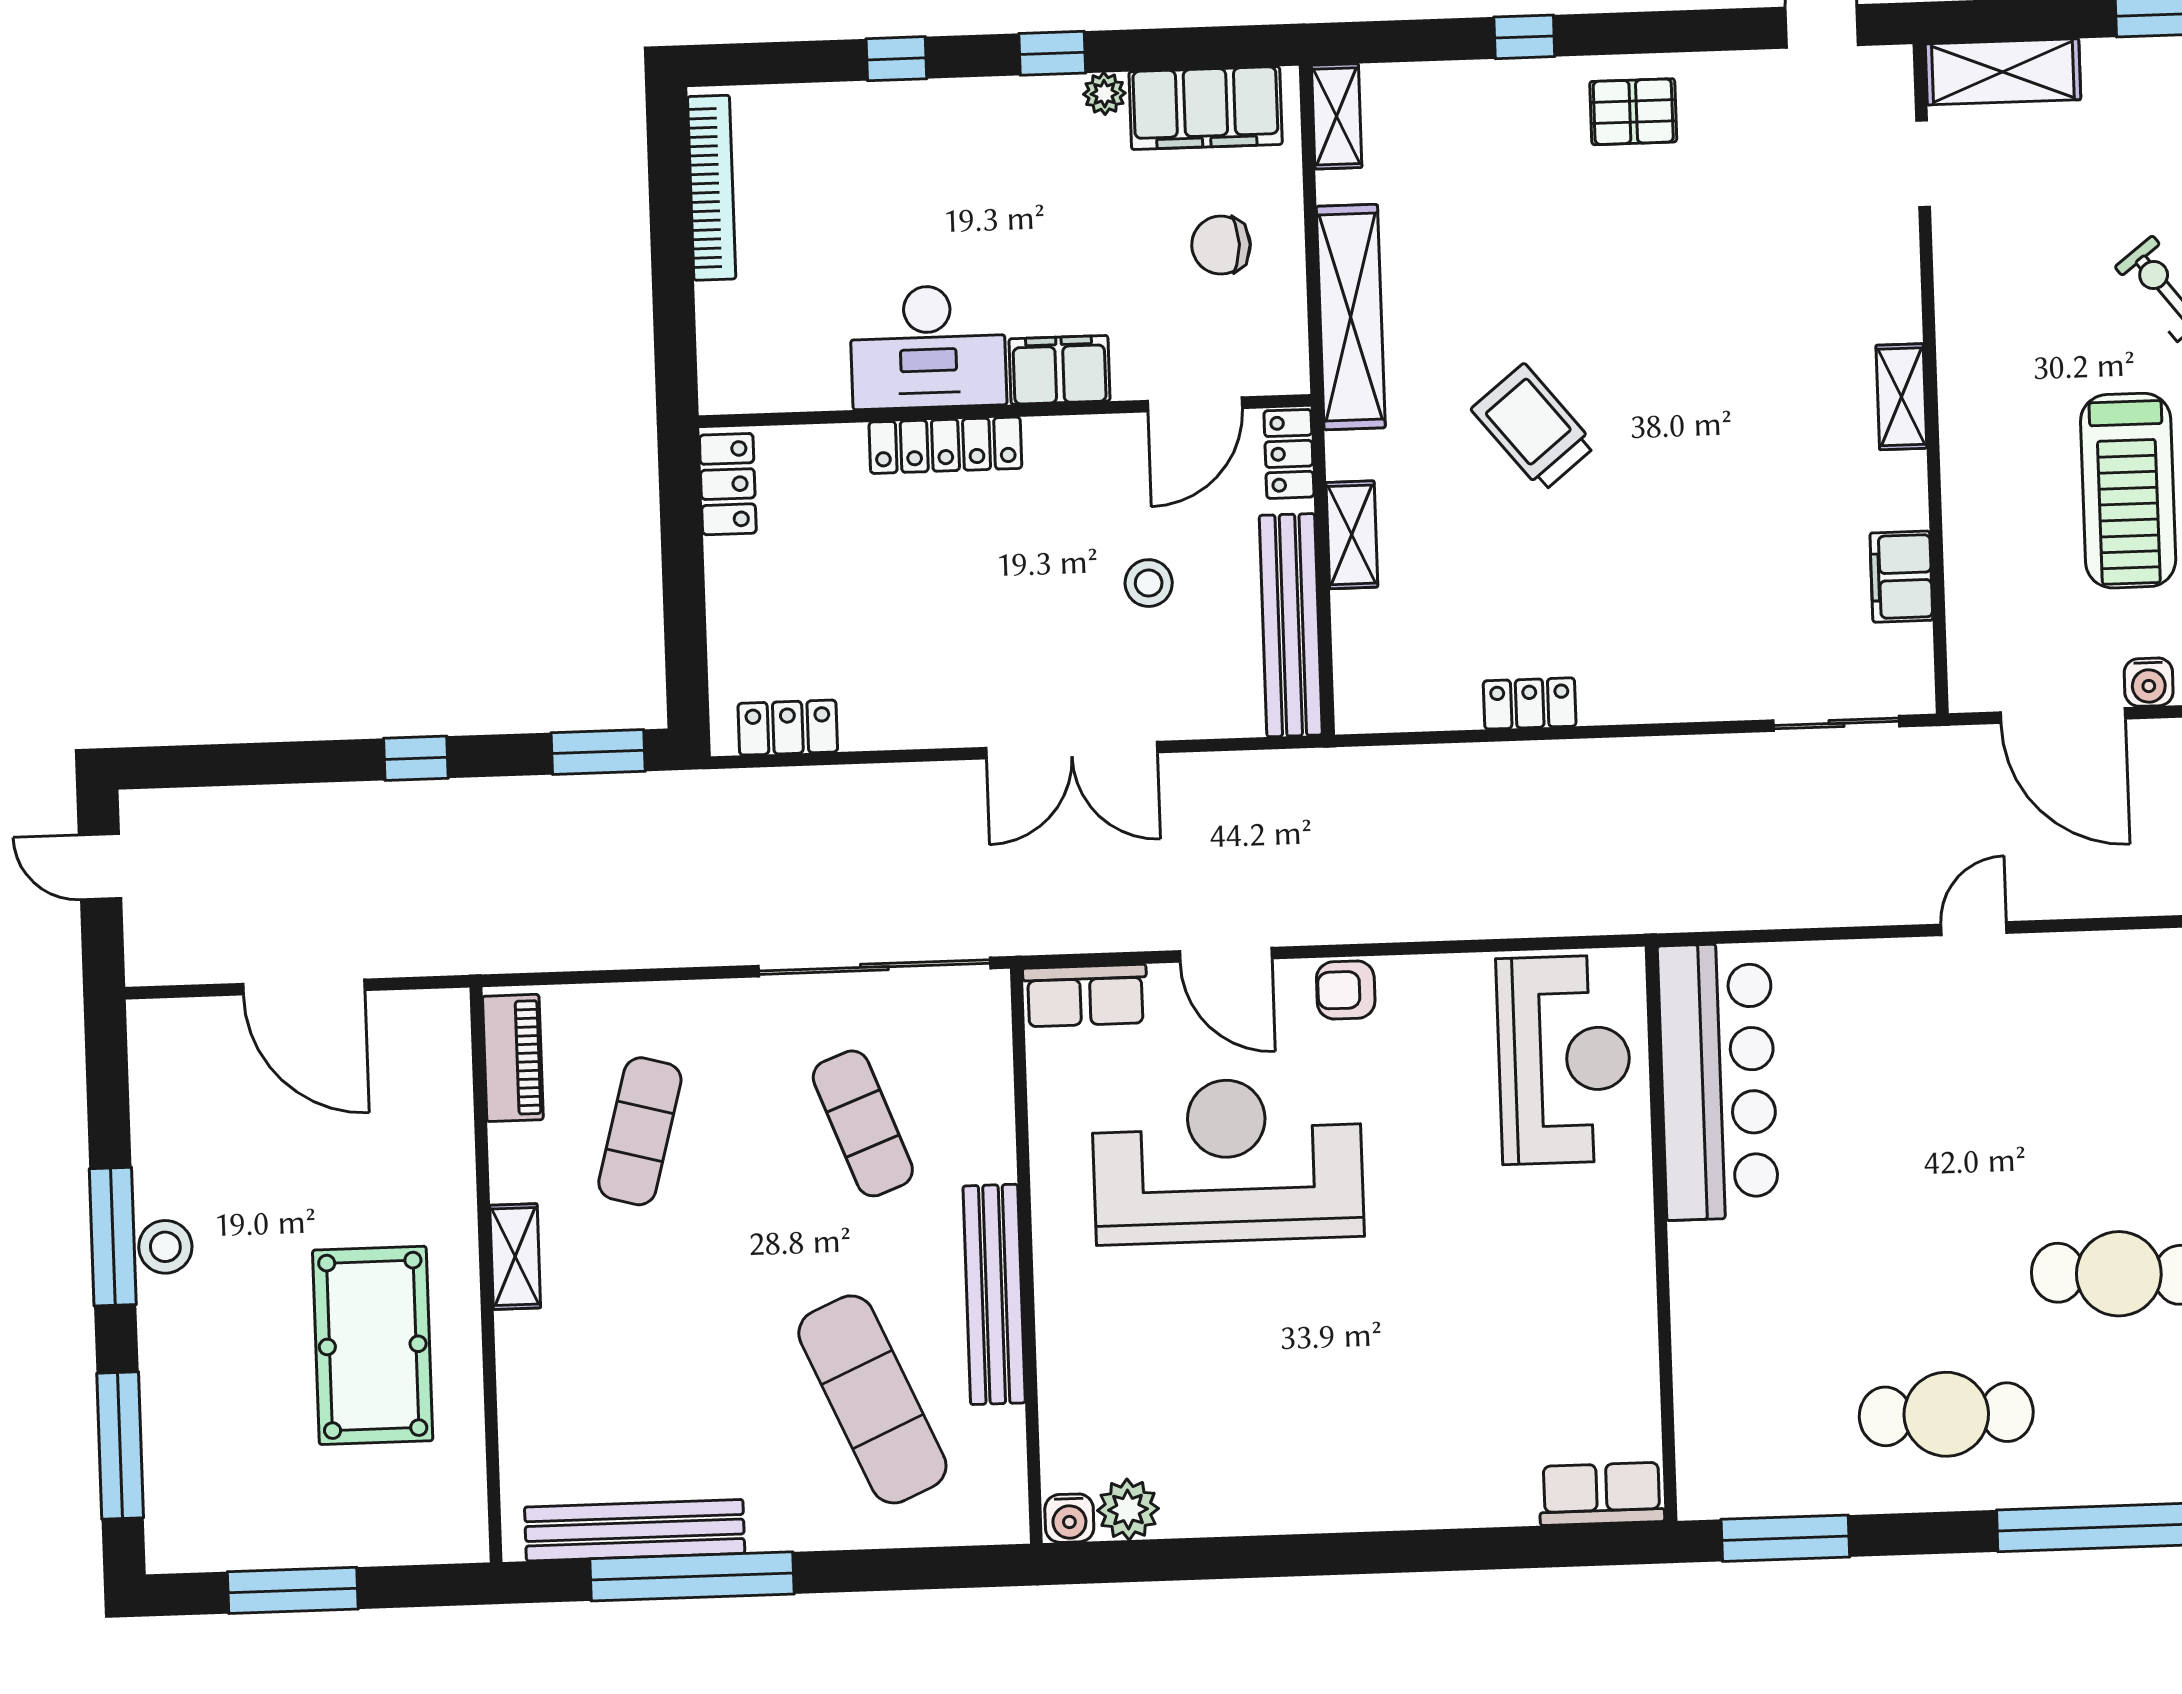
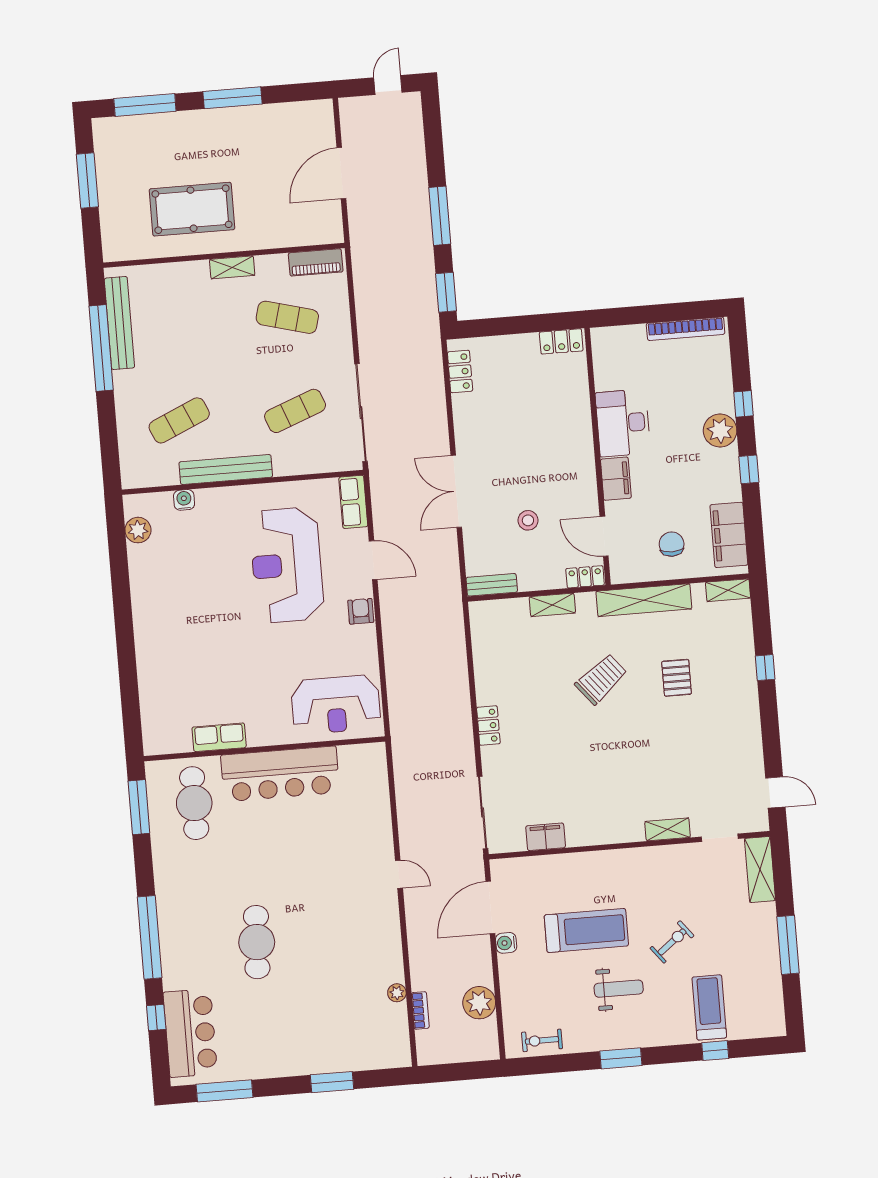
plant: (1104, 94) -> (720, 431), moved, width x1.88, depth x1.88
pallet: (1633, 112) -> (677, 678), moved
shelving: (1901, 397) -> (668, 829), moved
locker: (945, 445) -> (582, 432), removed
treadmill: (2128, 491) -> (586, 930), turned 180
bench: (1291, 625) -> (492, 585), width x0.54, depth x0.82
locker: (1530, 703) -> (488, 726), moved
sliding door: (1836, 723) -> (483, 812), width x1.37
window: (416, 758) -> (440, 216), width x2.17
door: (1226, 955) -> (373, 560), swing flipped
bar counter: (1718, 1081) -> (280, 774), moved
reception desk: (1228, 1161) -> (287, 565), turned 180
stool: (165, 1247) -> (229, 120), removed
exercise mat: (872, 1399) -> (179, 420), width x0.73, depth x0.69
cafe table: (1946, 1414) -> (194, 803), moved
row of seats: (1602, 1494) -> (219, 737), moved, turned -90
water cooler: (1069, 1518) -> (184, 500), moved, turned 90

